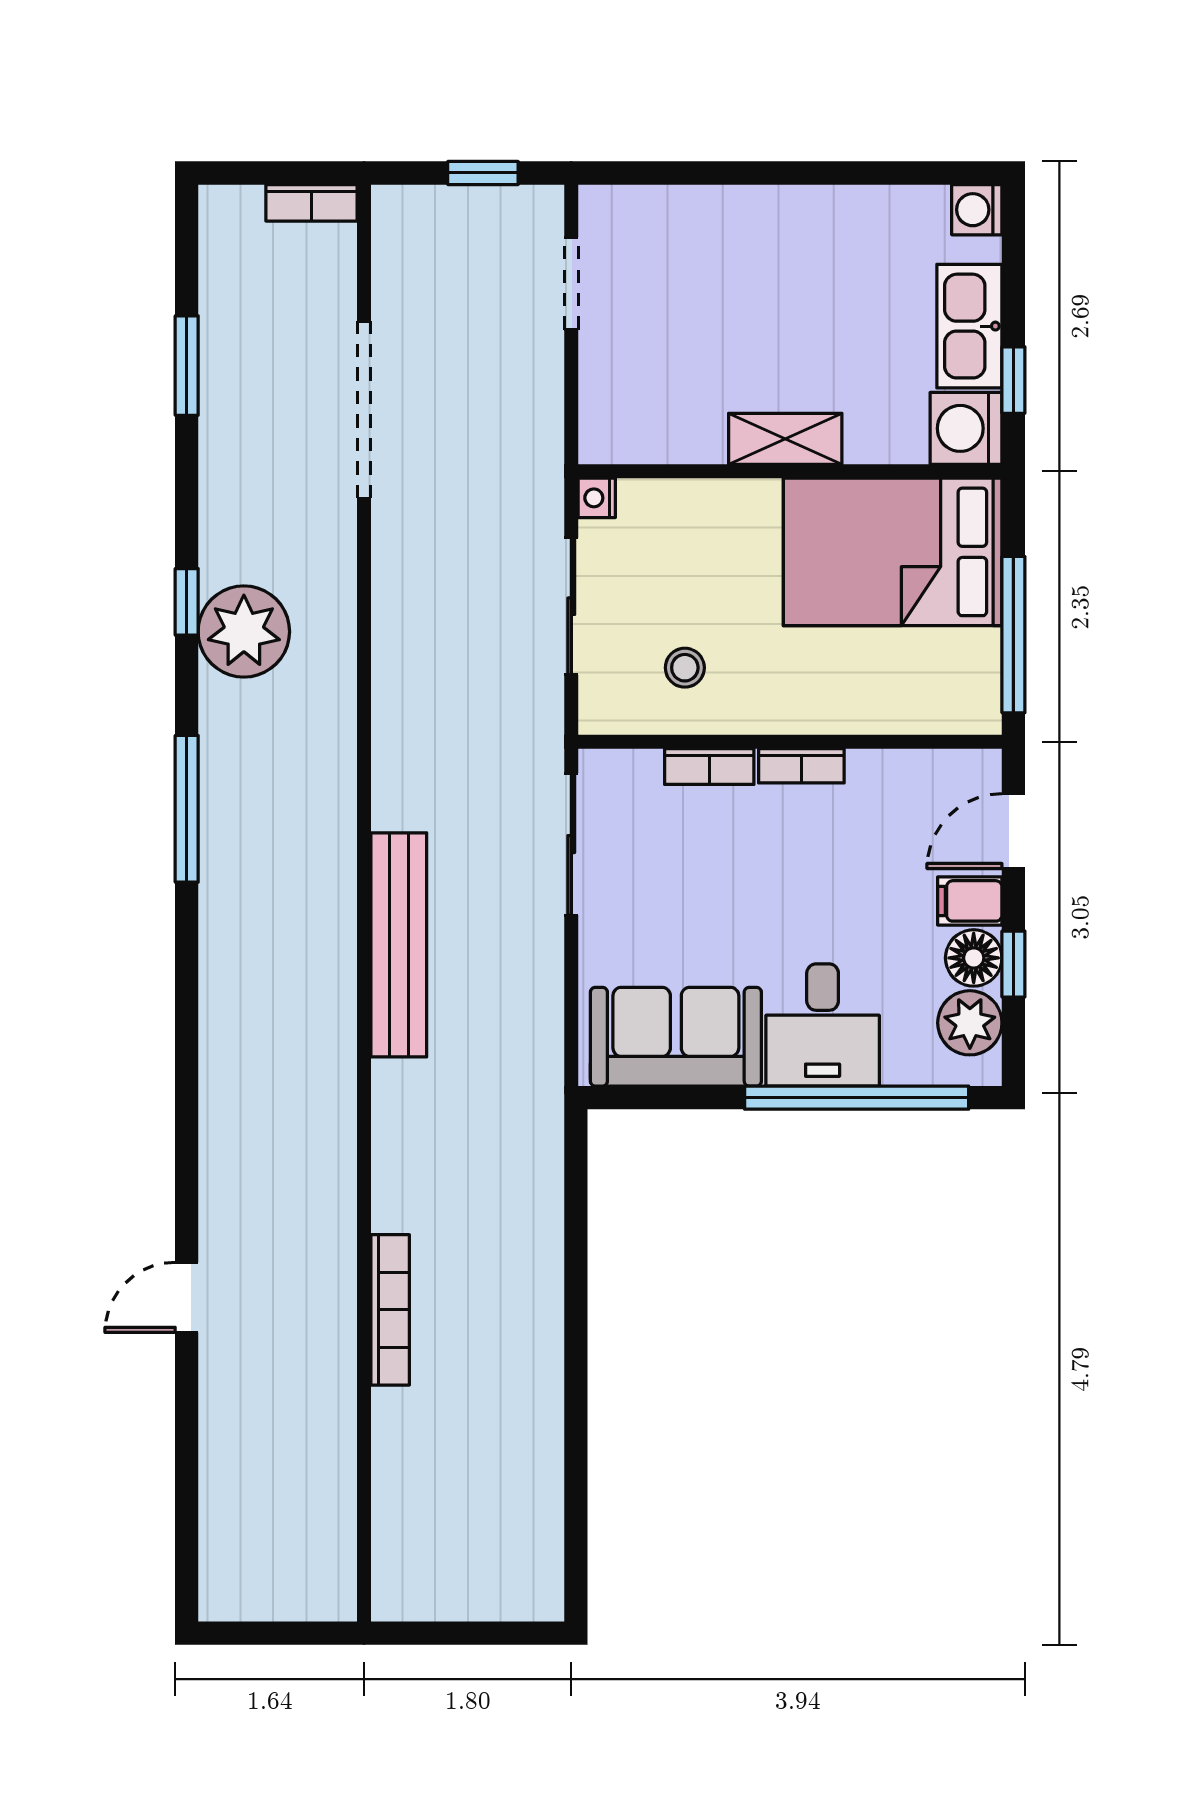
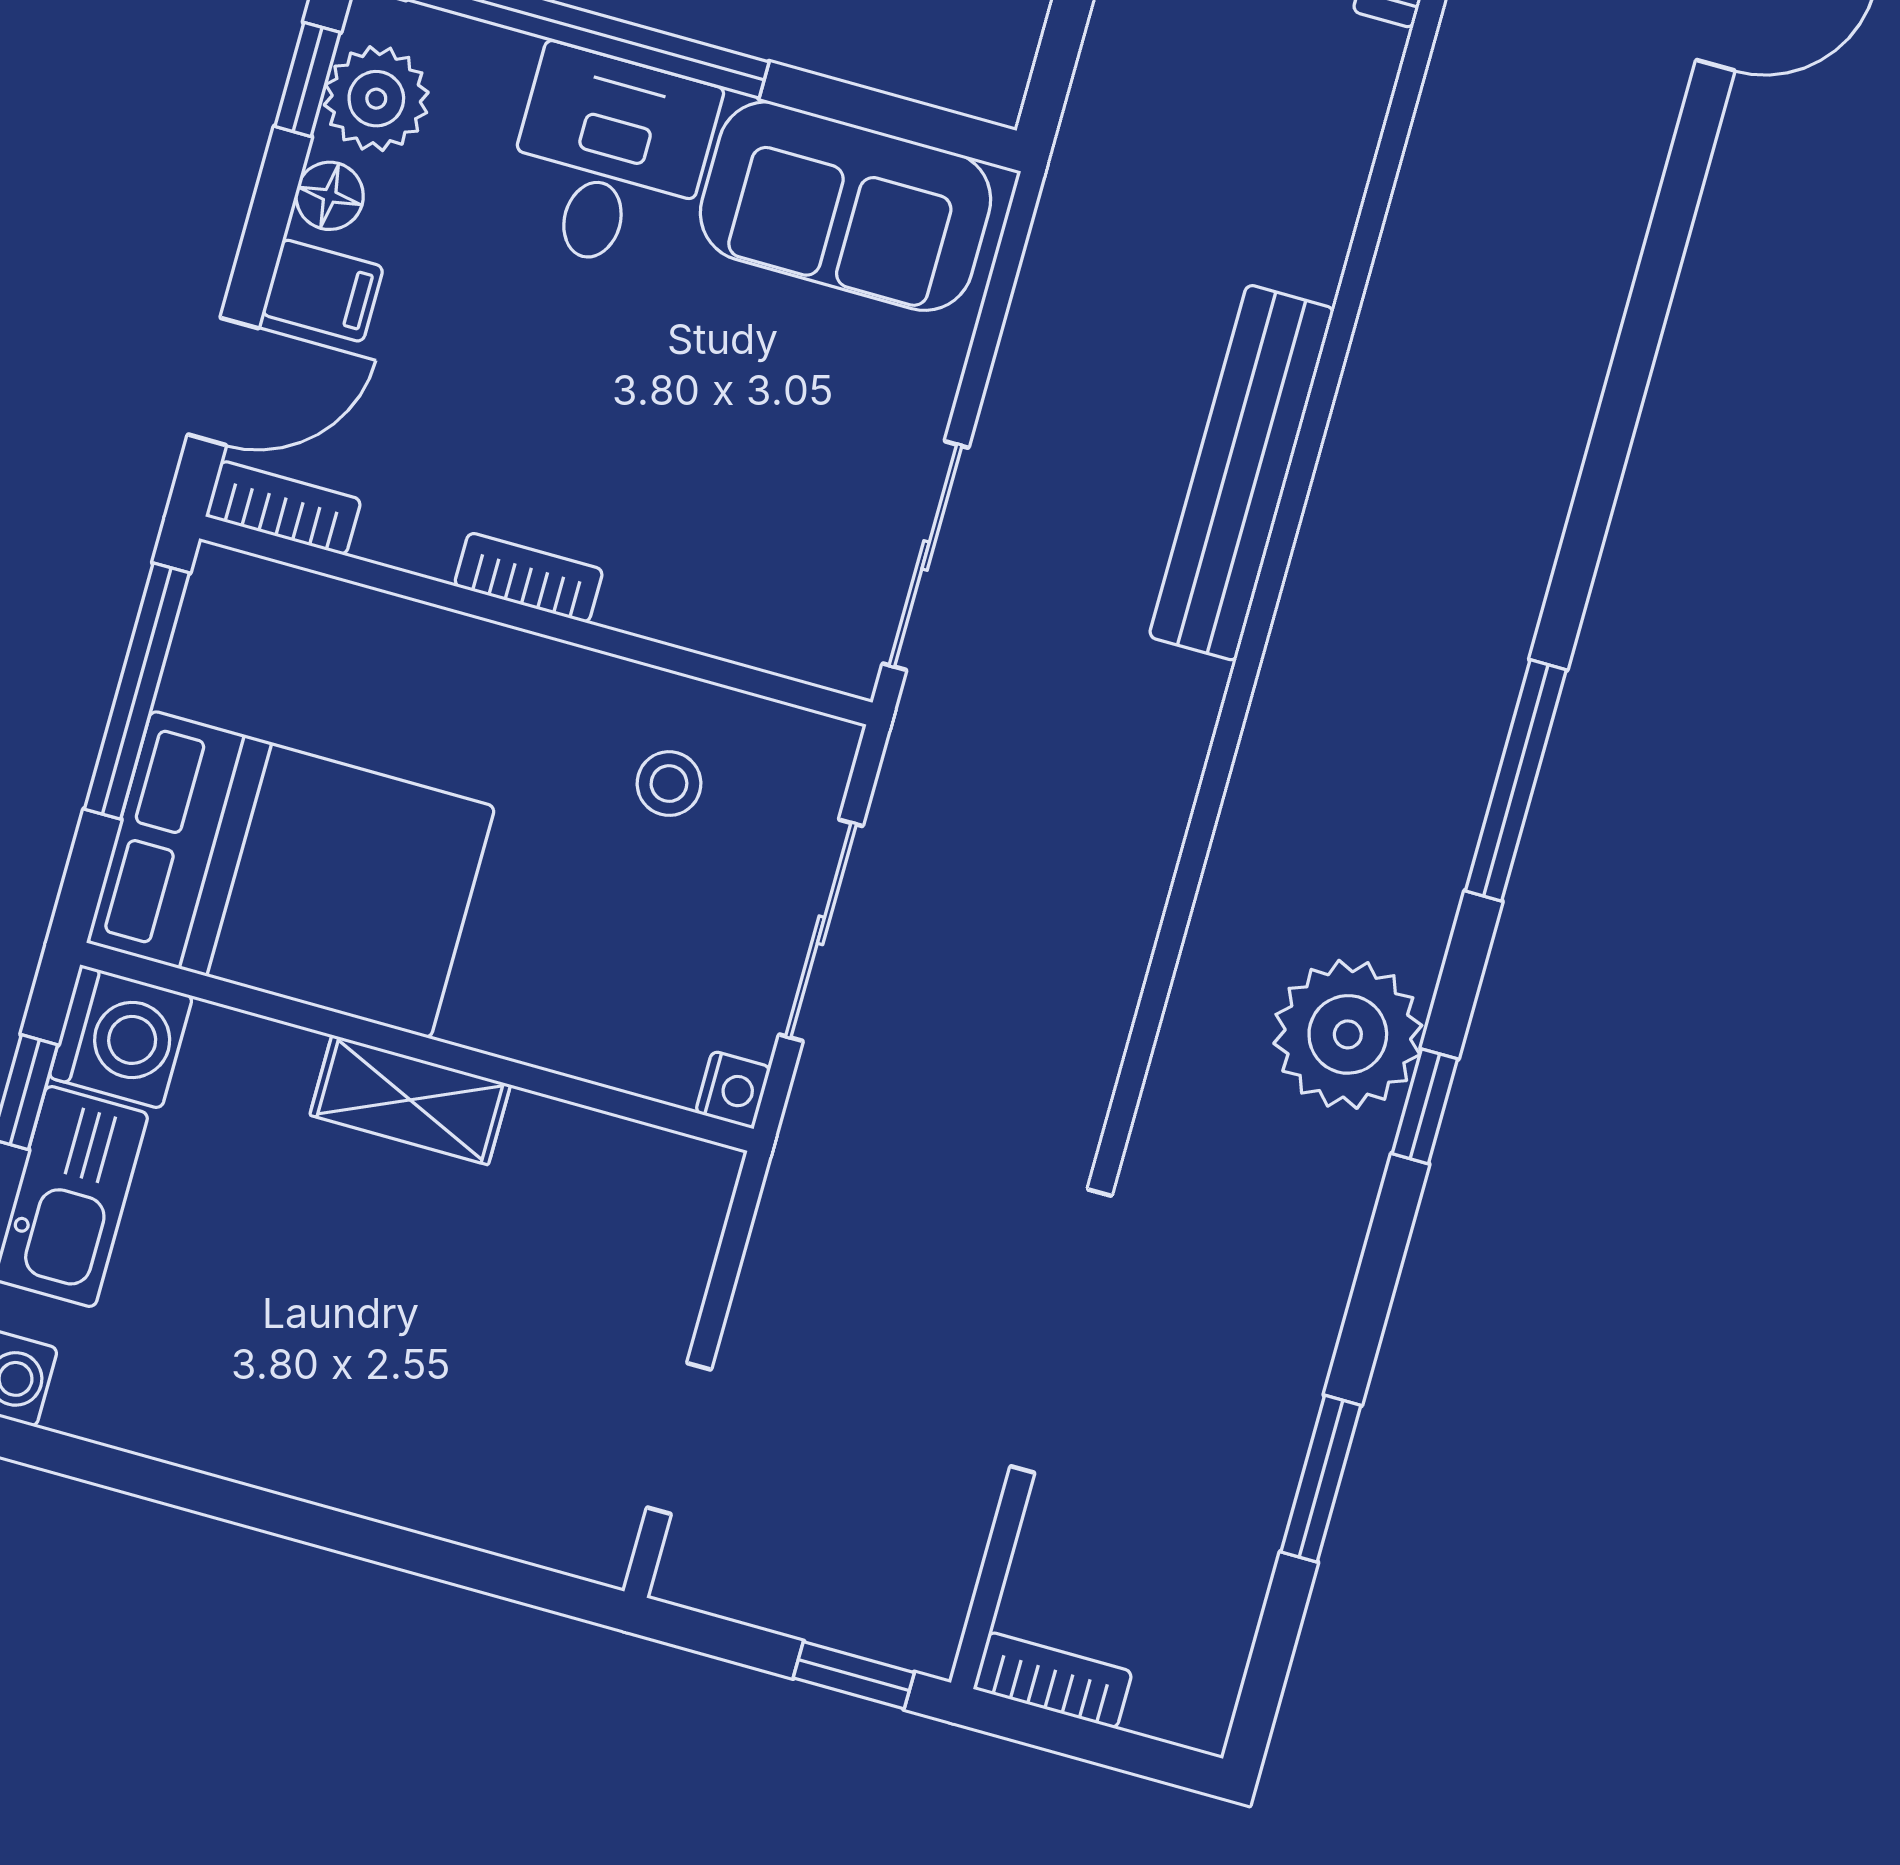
window: (483, 173) -> (854, 1675), moved
bookcase: (709, 767) -> (283, 508), moved
floor lamp: (974, 958) -> (330, 196), width x0.73, depth x0.73
window: (1013, 964) -> (308, 79), moved

